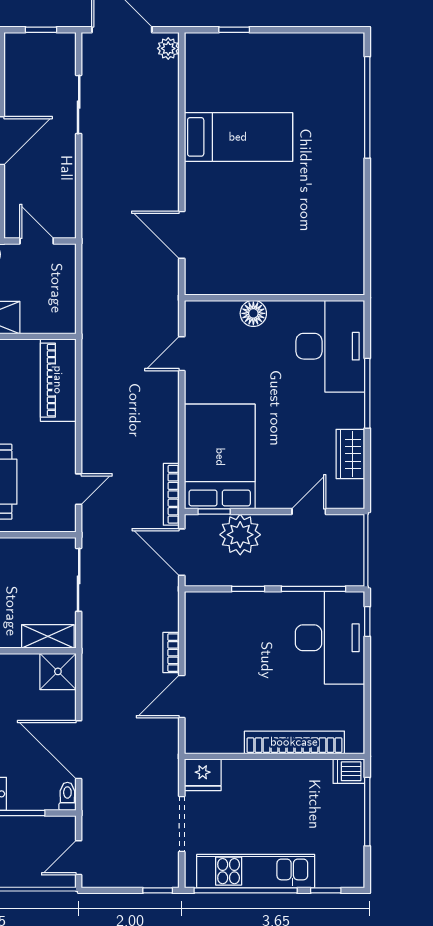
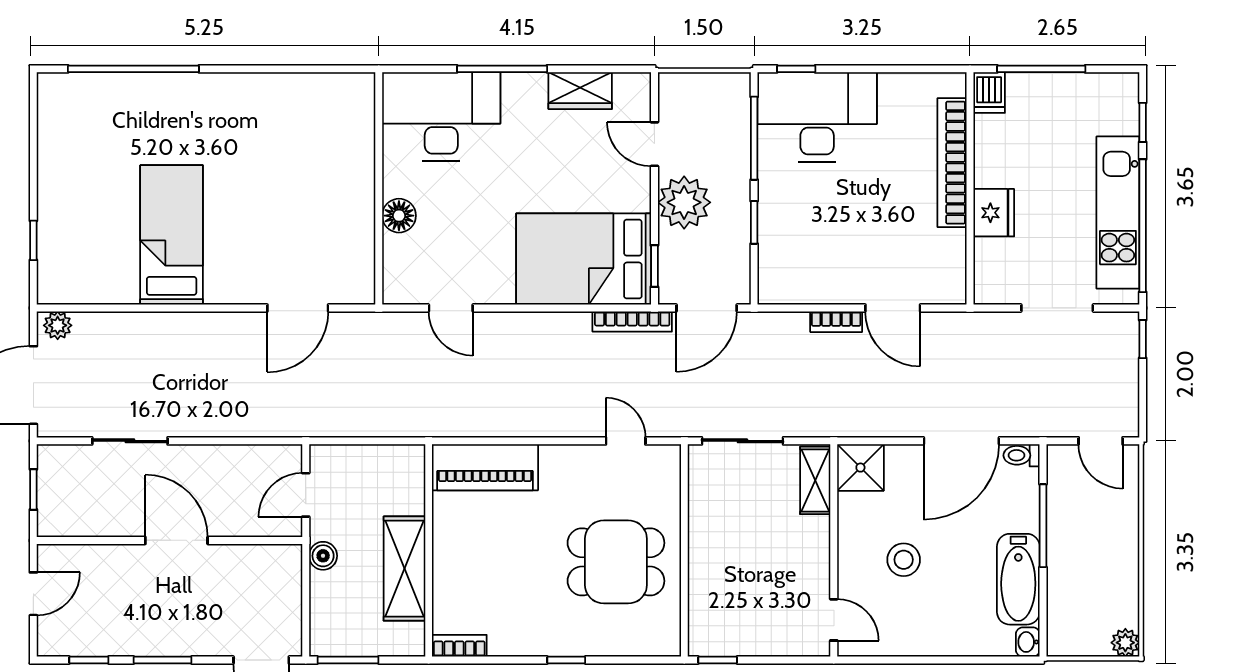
plant: (240, 535) -> (684, 202), moved
fridge: (203, 775) -> (994, 213), moved

